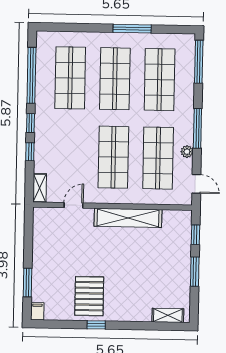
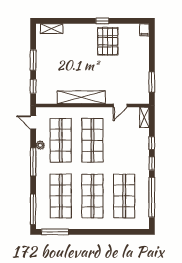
window: (132, 29) -> (55, 232), moved
window: (27, 283) -> (152, 82), moved

